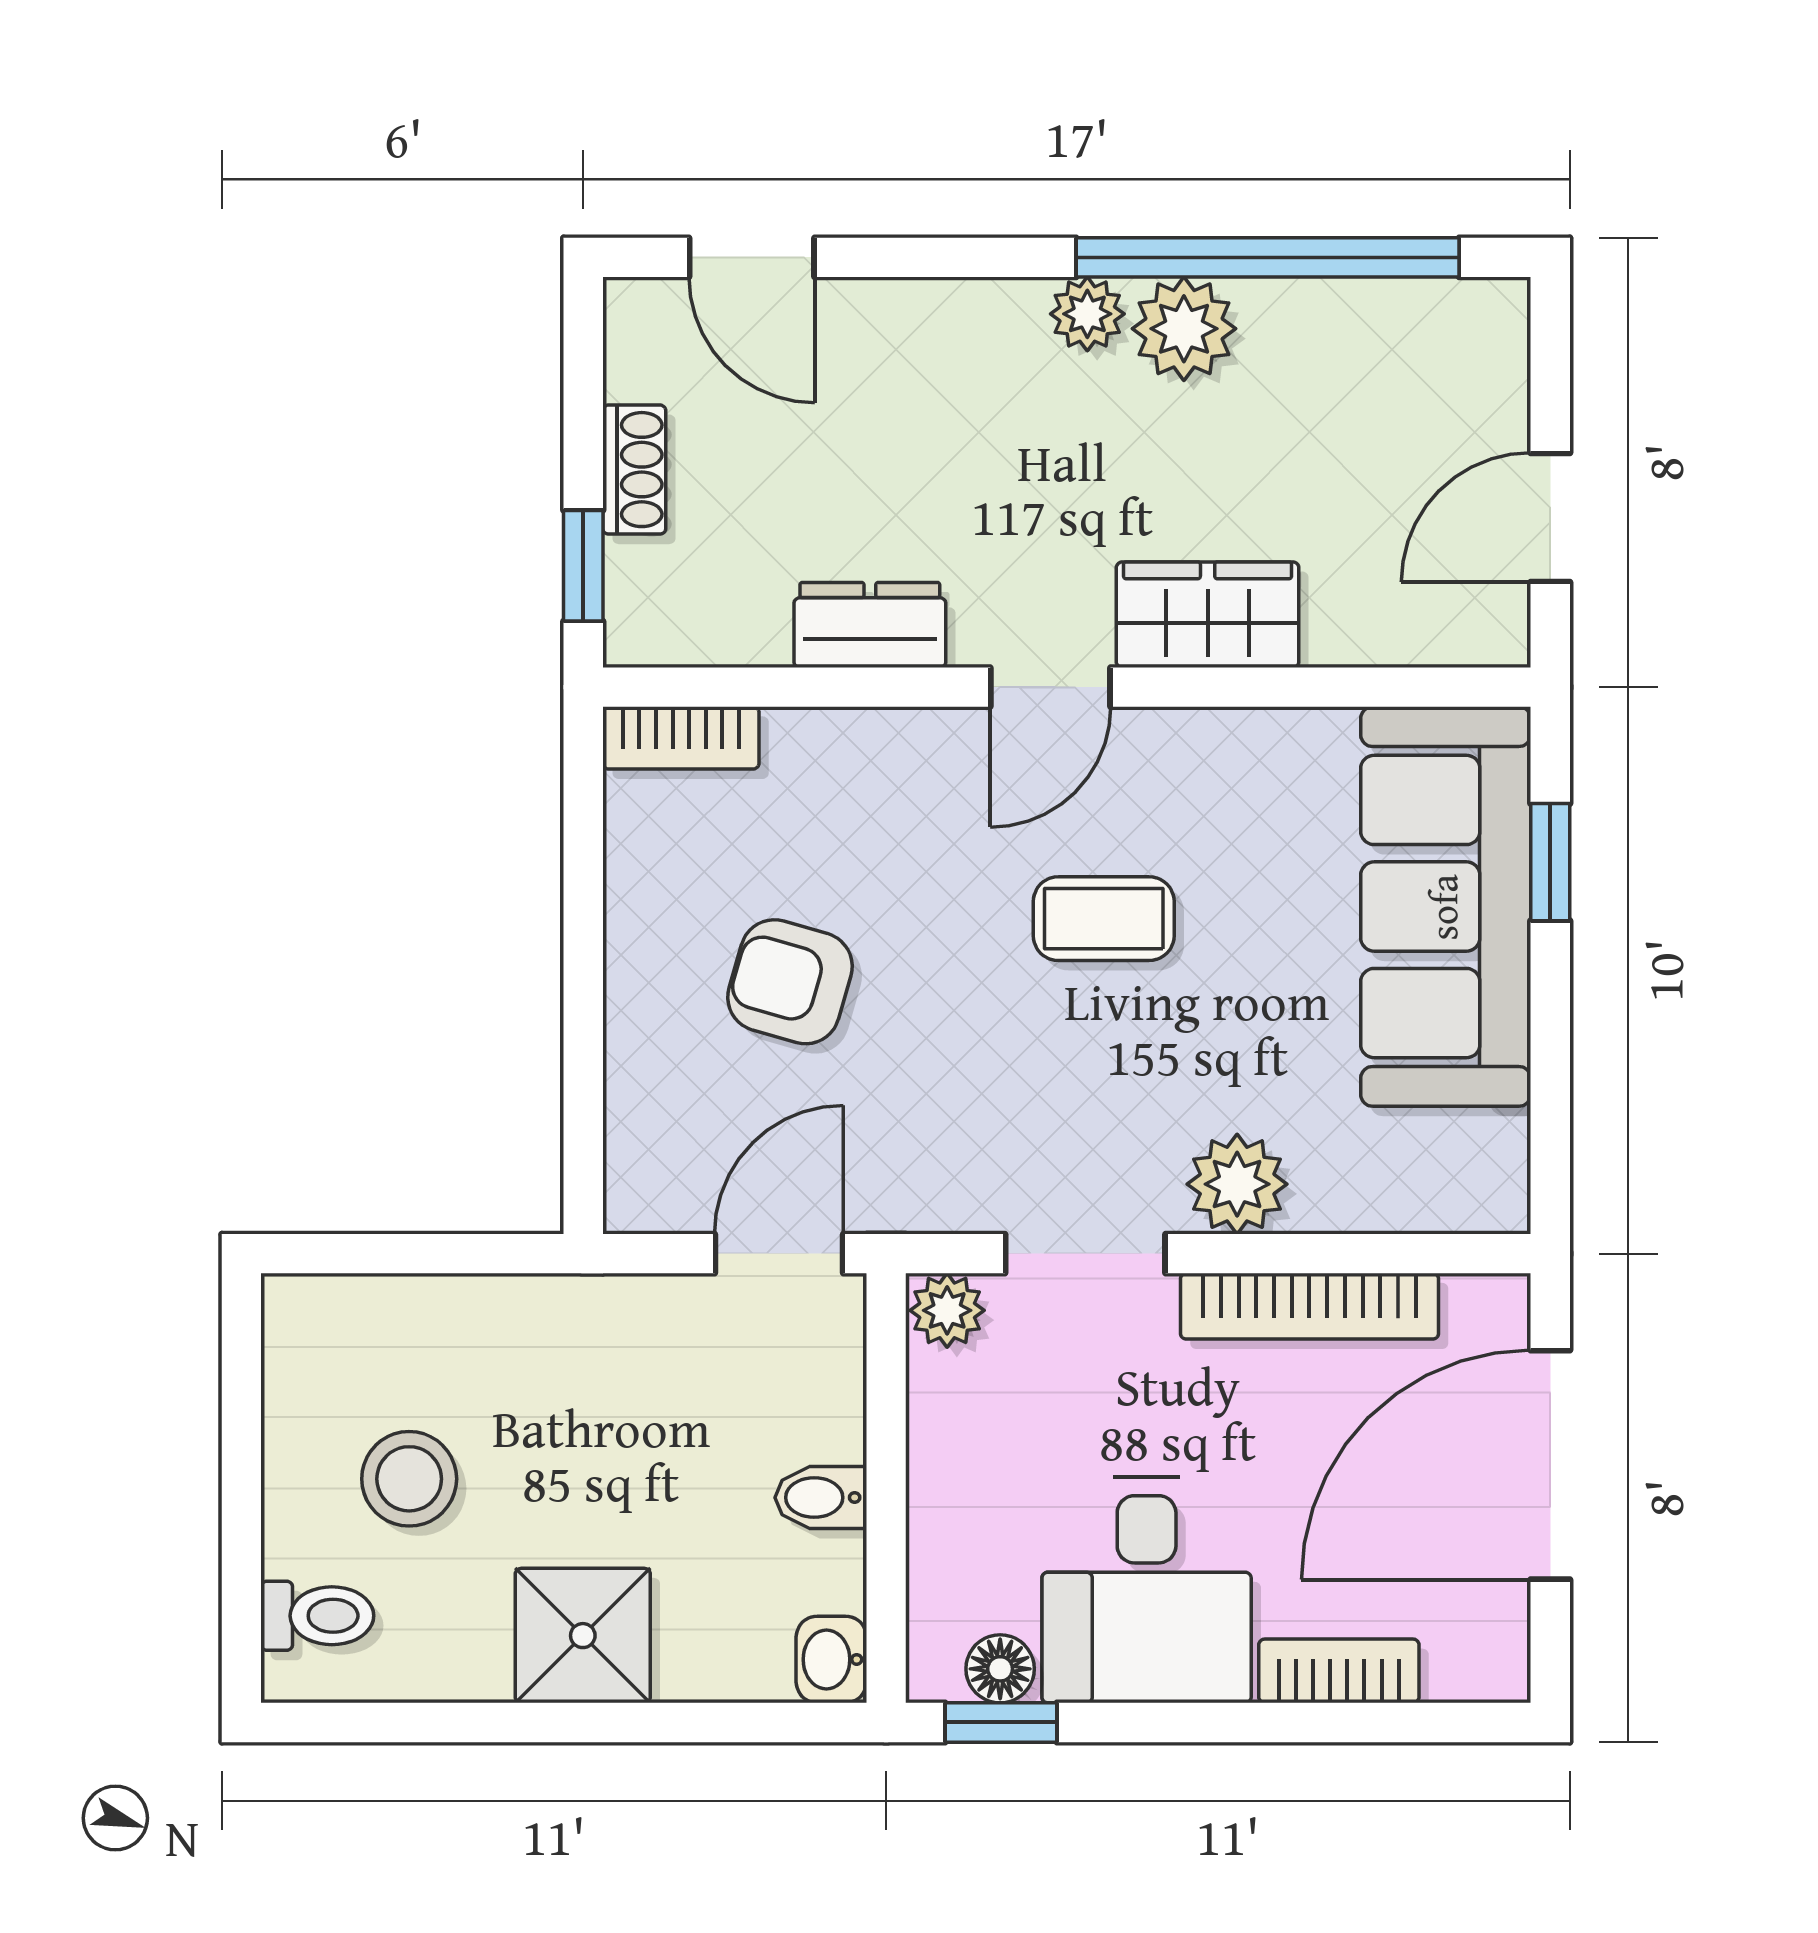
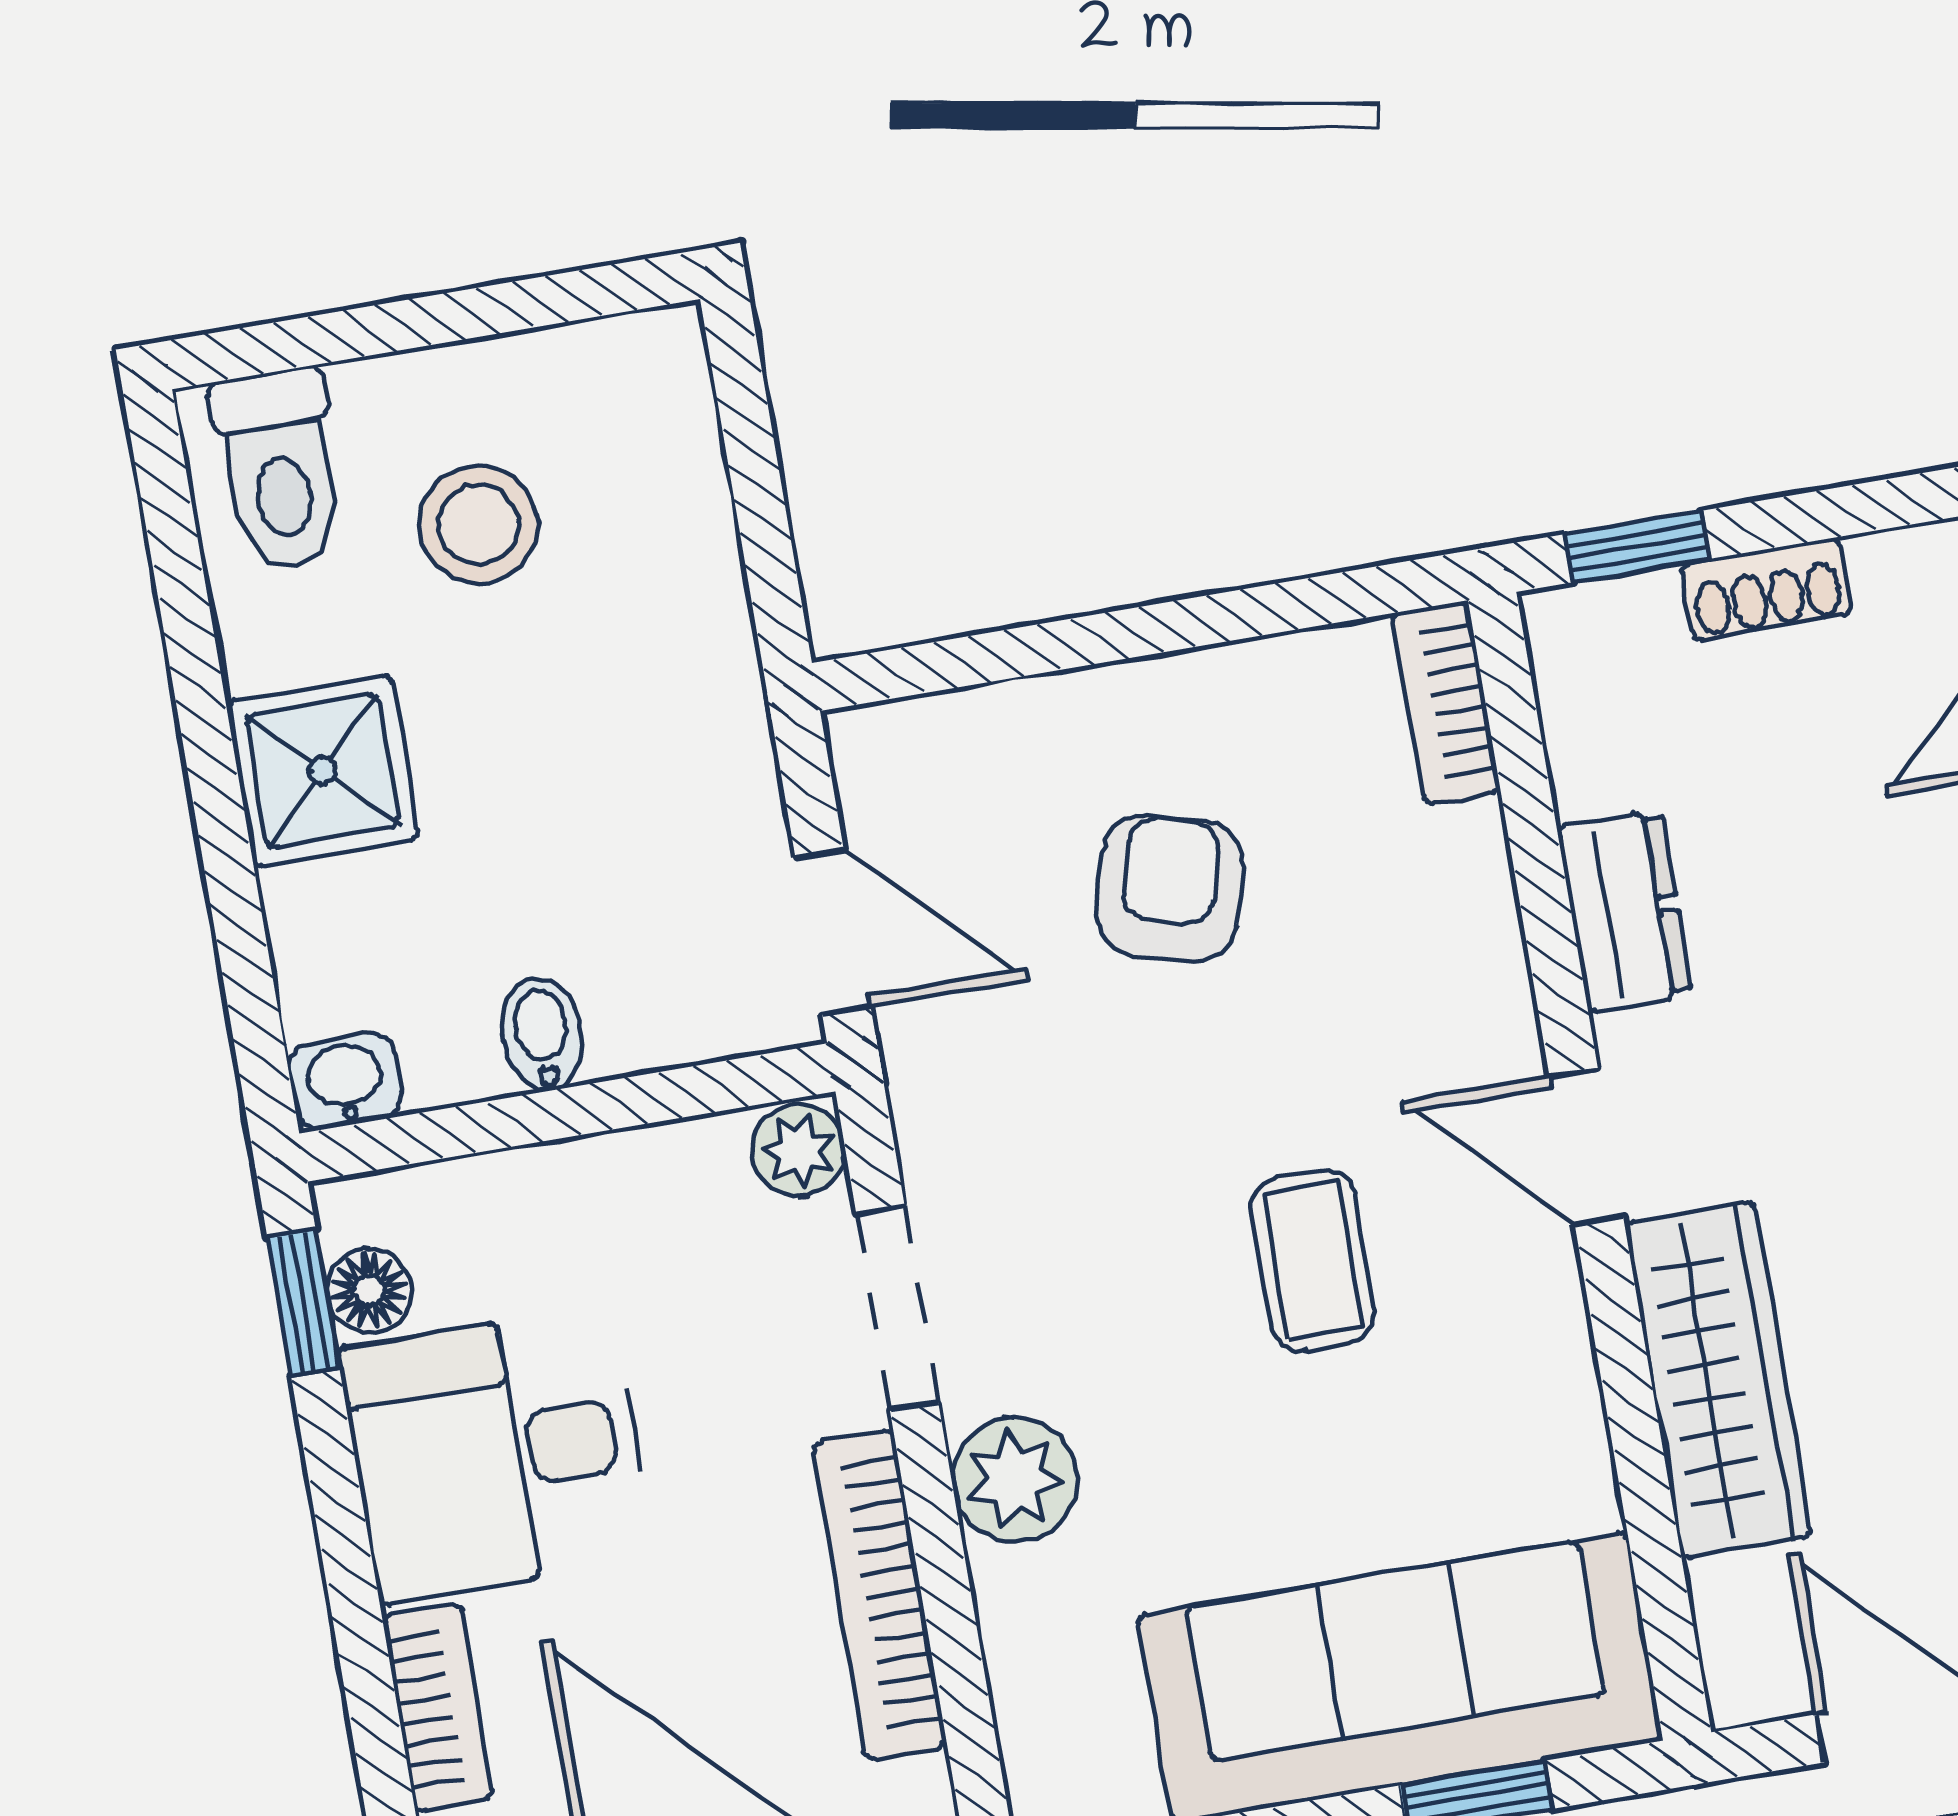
wardrobe: (1208, 615) -> (1718, 1380), width x1.50
toilet: (317, 1616) -> (280, 470), width x1.37, depth x1.39

